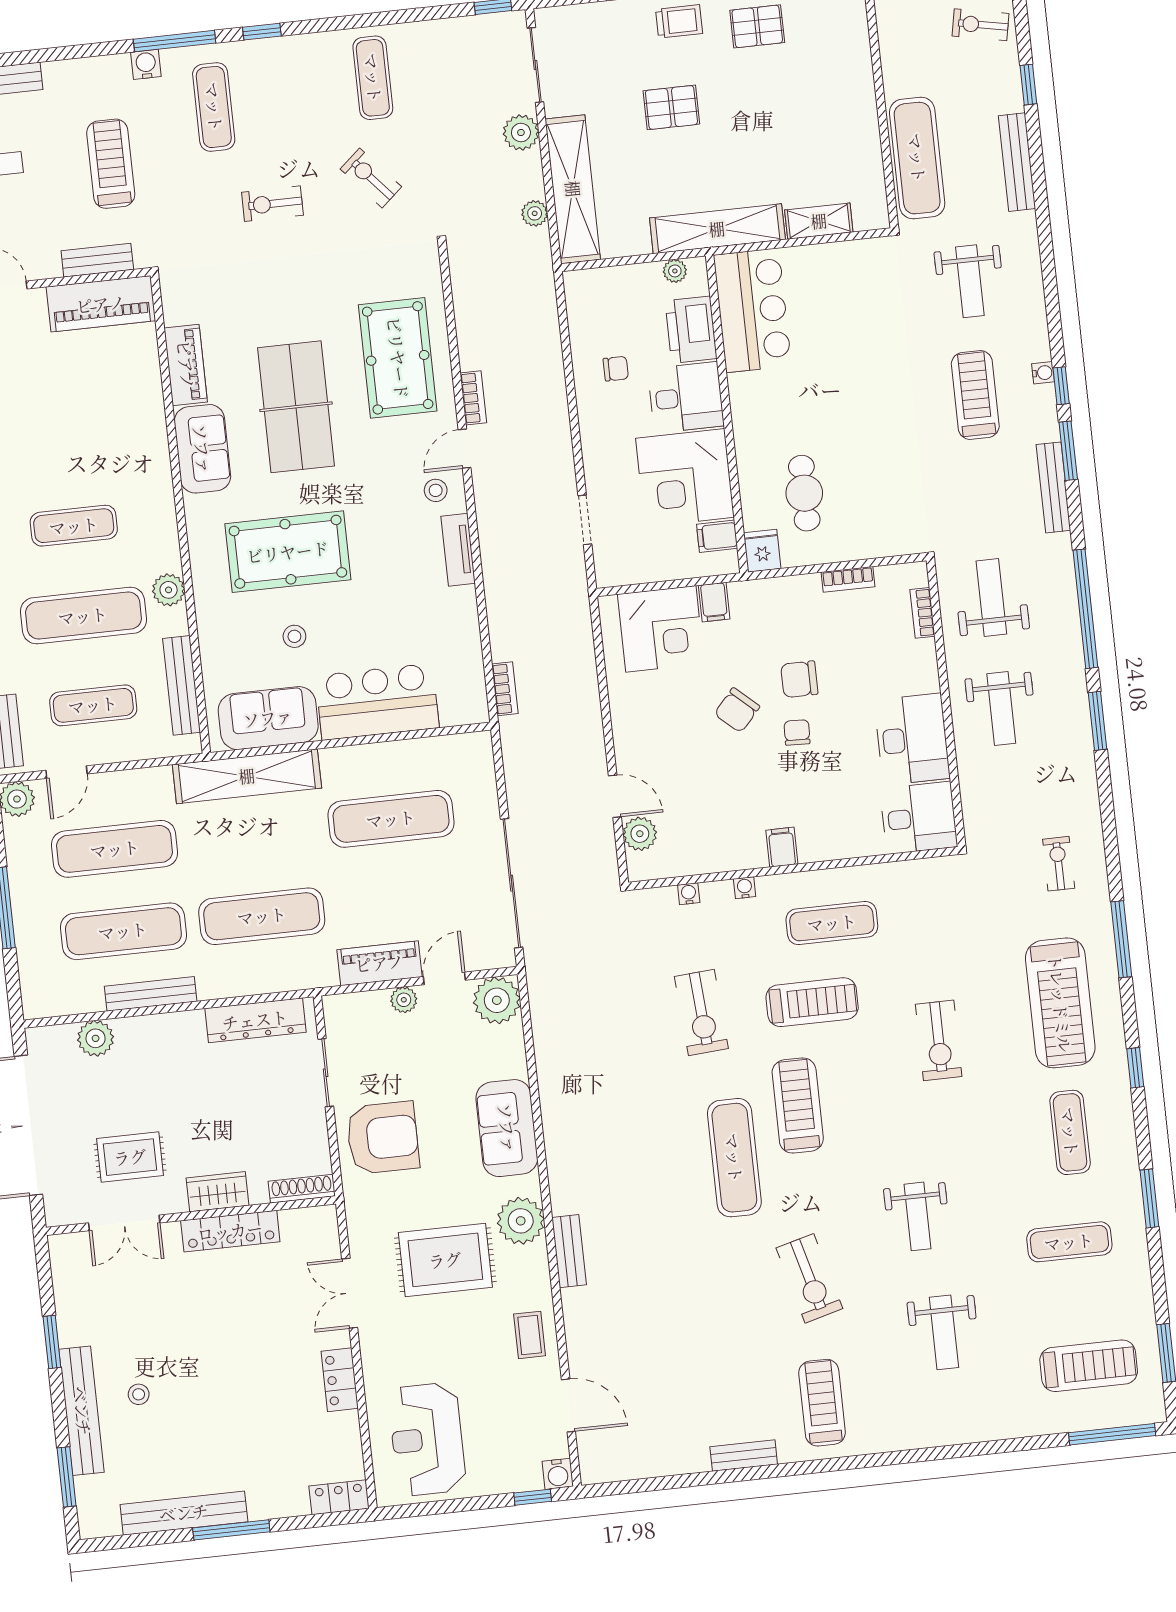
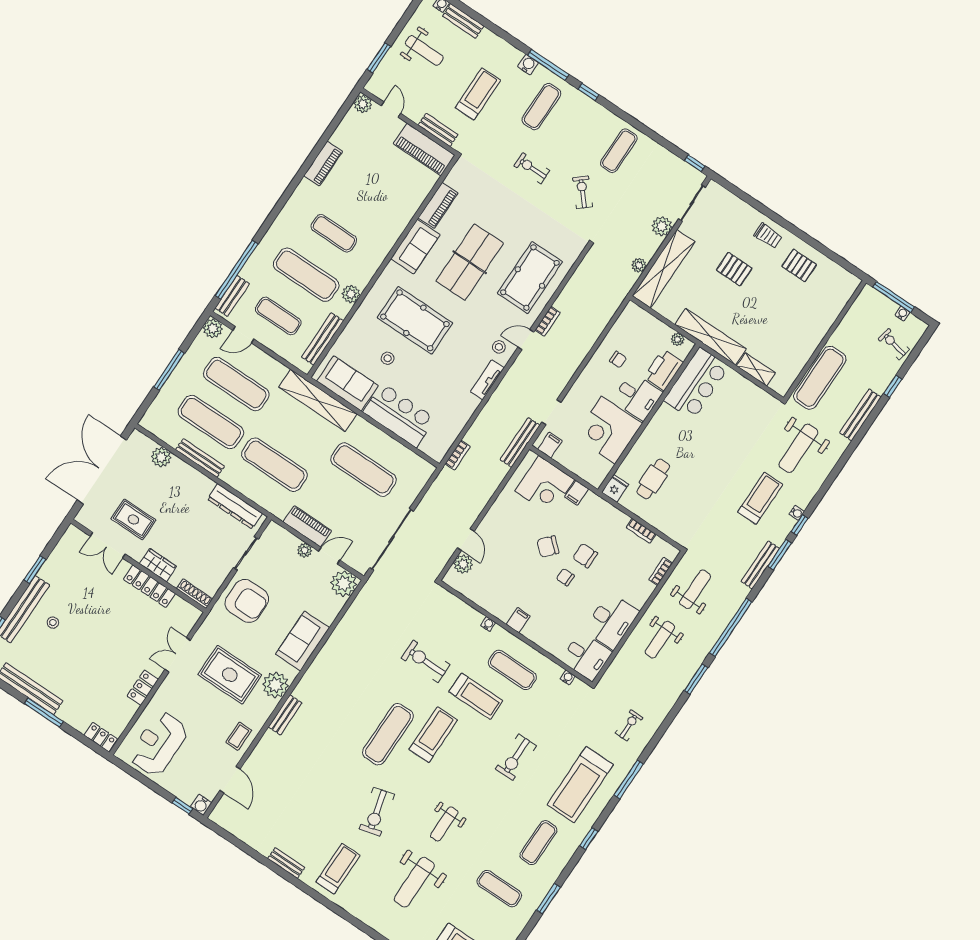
weight bench: (970, 281) -> (798, 448), width x1.36, depth x1.33
filing cabinet: (717, 536) -> (550, 445), moved, turned 90
bench: (577, 598) -> (520, 442), added
chair: (797, 732) -> (565, 577), turned -92
water cooler: (689, 894) -> (568, 677), moved
exercise bike: (701, 1013) -> (426, 661), turned 94
weight bench: (944, 1332) -> (414, 882), width x1.36, depth x1.33

